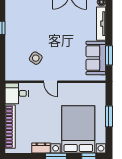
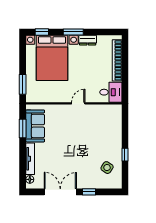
side table: (36, 58) -> (107, 168), moved
door: (51, 82) -> (78, 103), hinge flipped
window: (109, 116) -> (23, 84), moved

